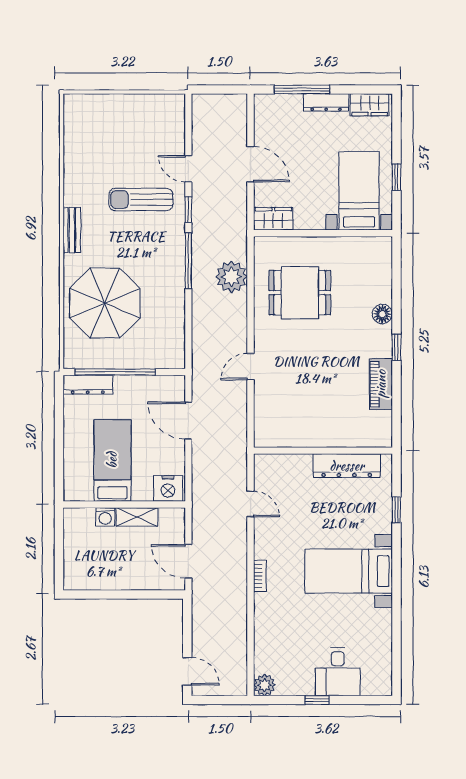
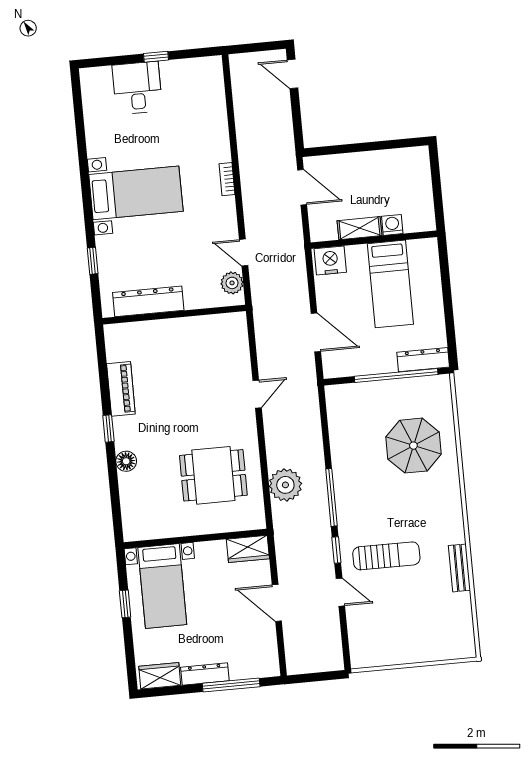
bench: (72, 230) -> (459, 568), moved
parasol: (105, 303) -> (413, 446), width x0.73, depth x0.73
plant: (264, 685) -> (232, 283), moved

